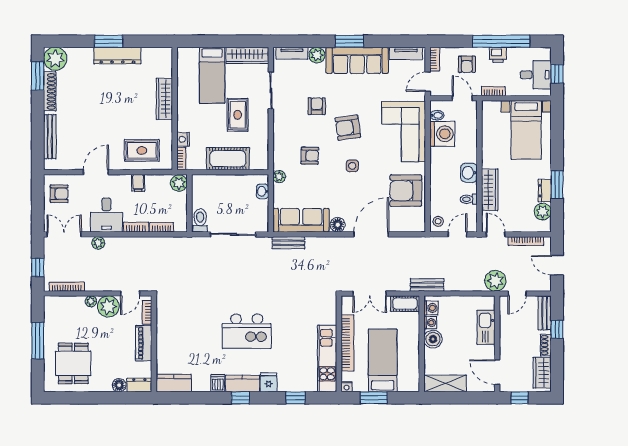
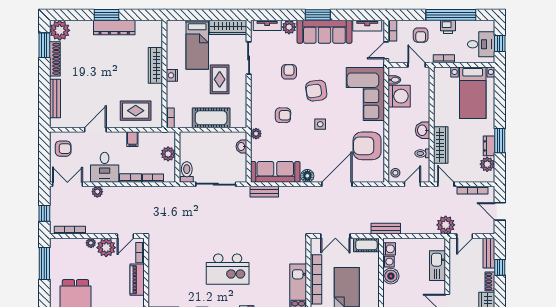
nightstand: (183, 139) -> (172, 75), moved
plant: (179, 183) -> (168, 154), moved
window: (38, 341) -> (44, 264), moved

